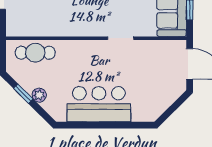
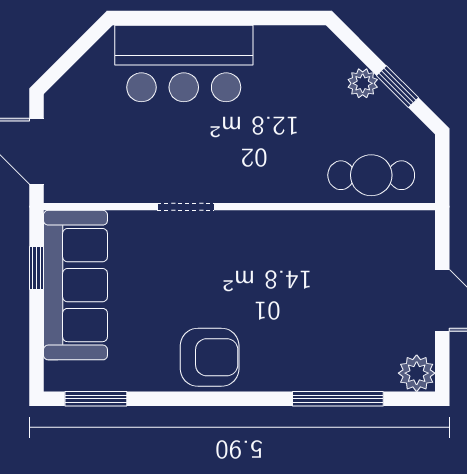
bar counter: (99, 104) -> (184, 64), moved

